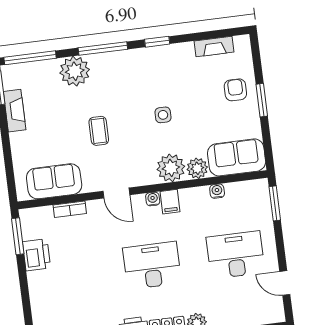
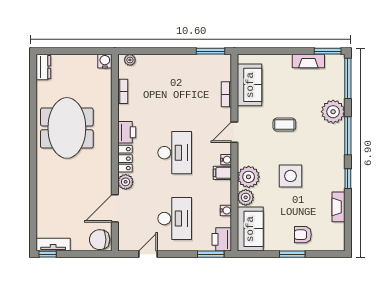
fireplace: (214, 47) -> (339, 207), moved
armchair: (235, 90) -> (303, 235), turned 180
side table: (163, 115) -> (291, 176), width x1.87, depth x1.87
printer: (36, 255) -> (222, 239), moved, turned 90

